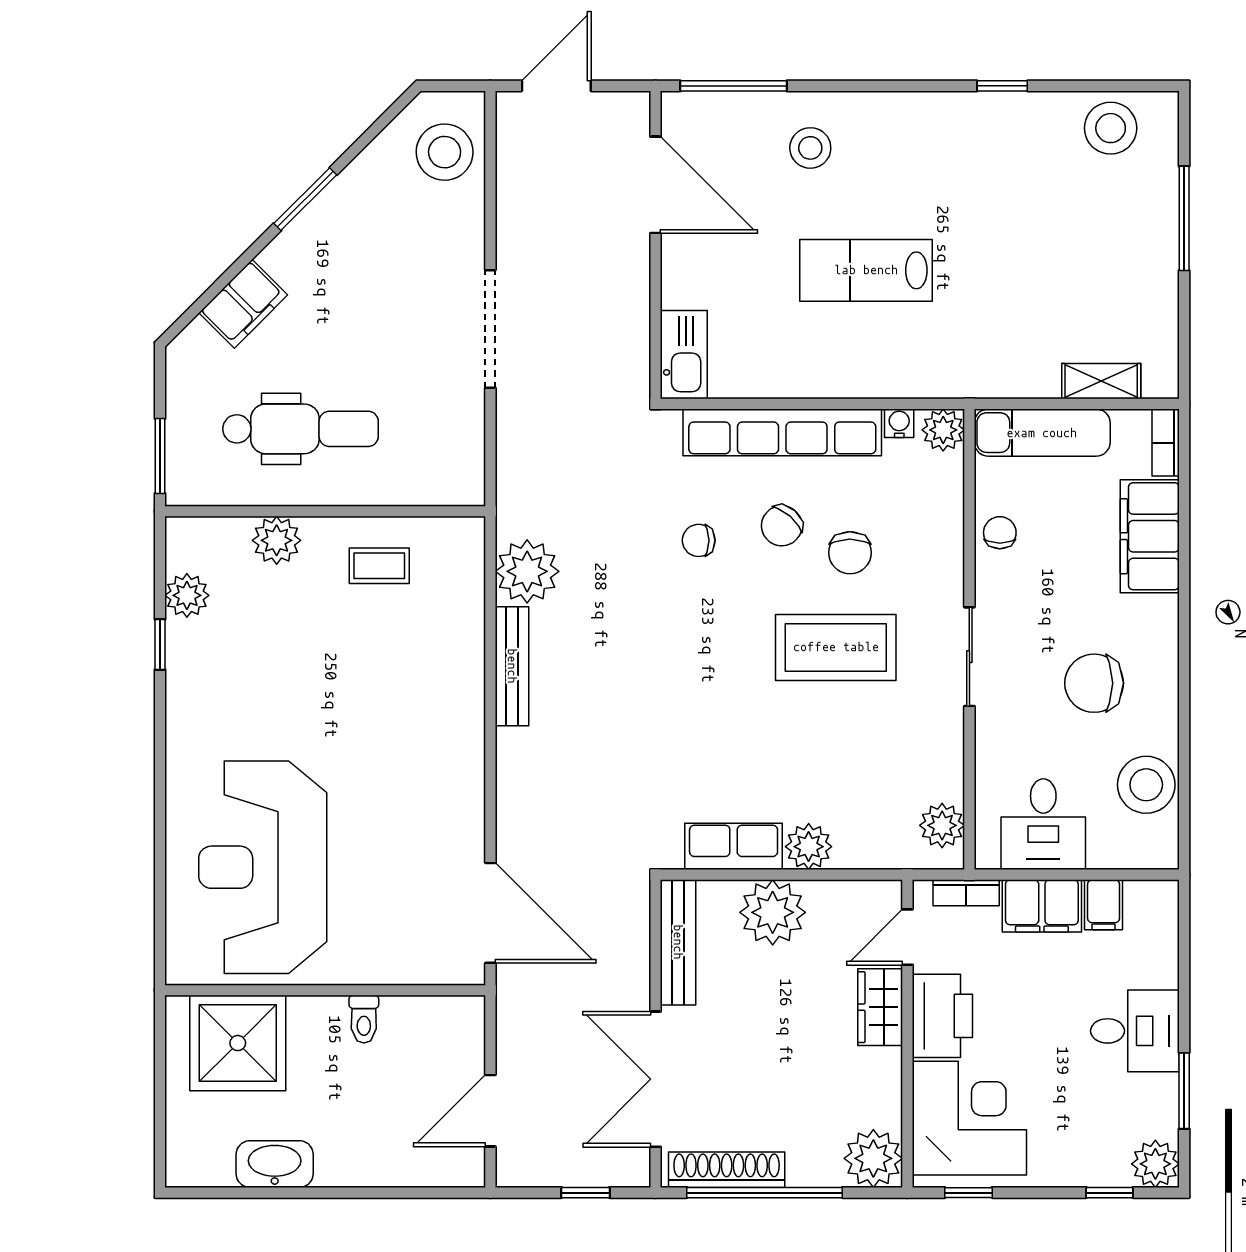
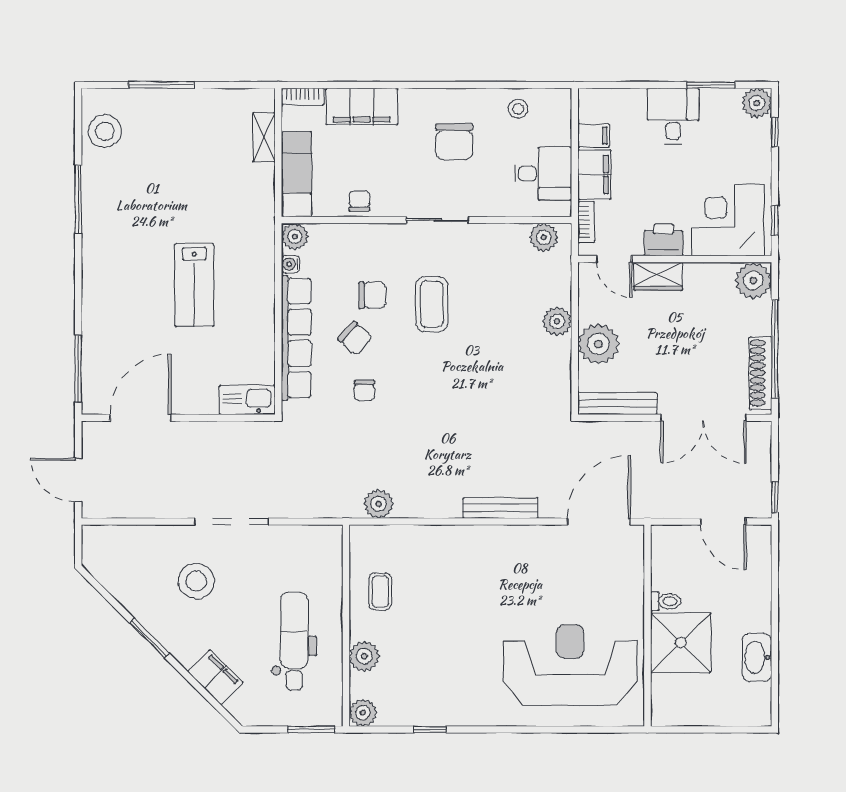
window: (1002, 86) -> (78, 199), width x2.17
stool: (810, 148) -> (117, 320), removed
stool: (445, 152) -> (196, 581), moved
chair: (1000, 533) -> (359, 201), turned 90
plant: (527, 571) -> (378, 504), width x0.73, depth x0.73
plant: (187, 595) -> (363, 713), moved
coffee table: (836, 647) -> (432, 304), width x0.73, depth x0.76
bench: (512, 666) -> (500, 508), moved
stool: (1146, 785) -> (518, 109), width x0.53, depth x0.53
row of seats: (734, 846) -> (557, 369), removed
reception desk: (263, 867) -> (570, 665), turned 180
printer: (942, 1016) -> (664, 240), width x0.73, depth x0.84
shower: (238, 1043) -> (681, 643), moved
window: (586, 1193) -> (775, 497), moved

